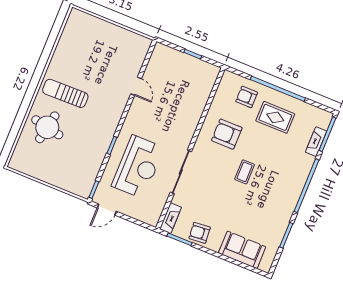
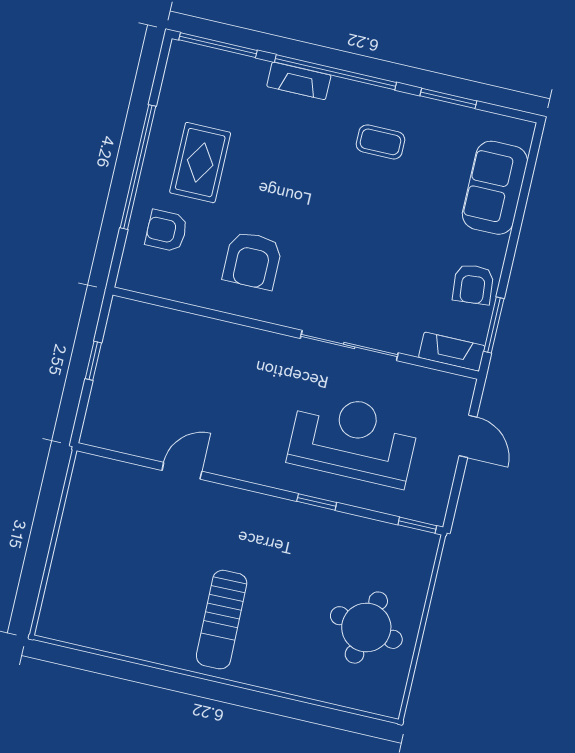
armchair: (247, 97) -> (166, 231), turned 90
round table: (47, 127) -> (366, 628), moved
fireplace: (316, 142) -> (299, 81), moved
coffee table: (245, 172) -> (380, 142), moved
door: (107, 210) -> (468, 436), moved

